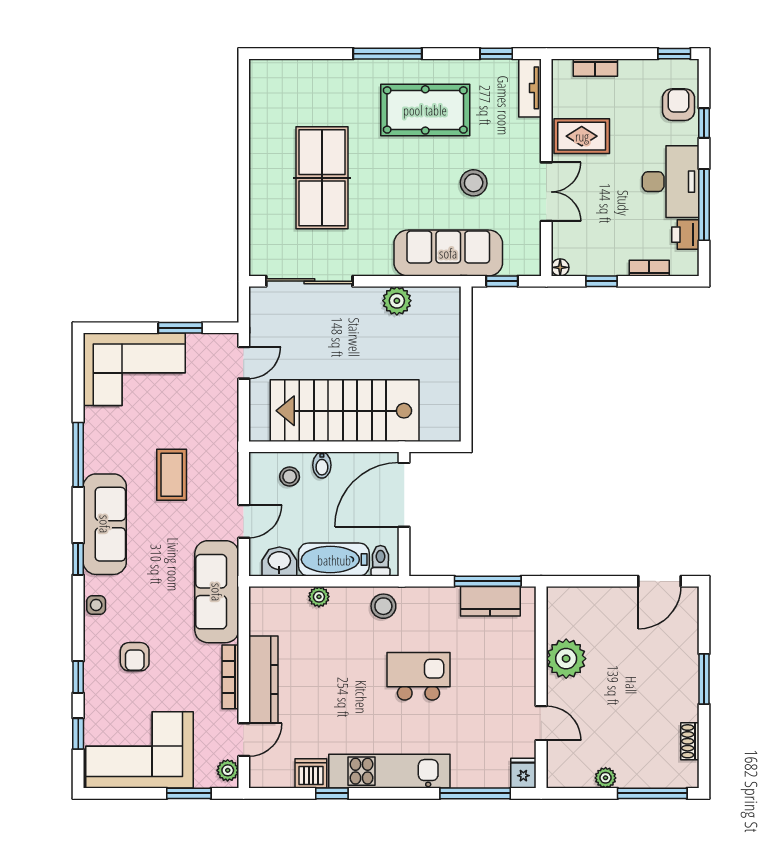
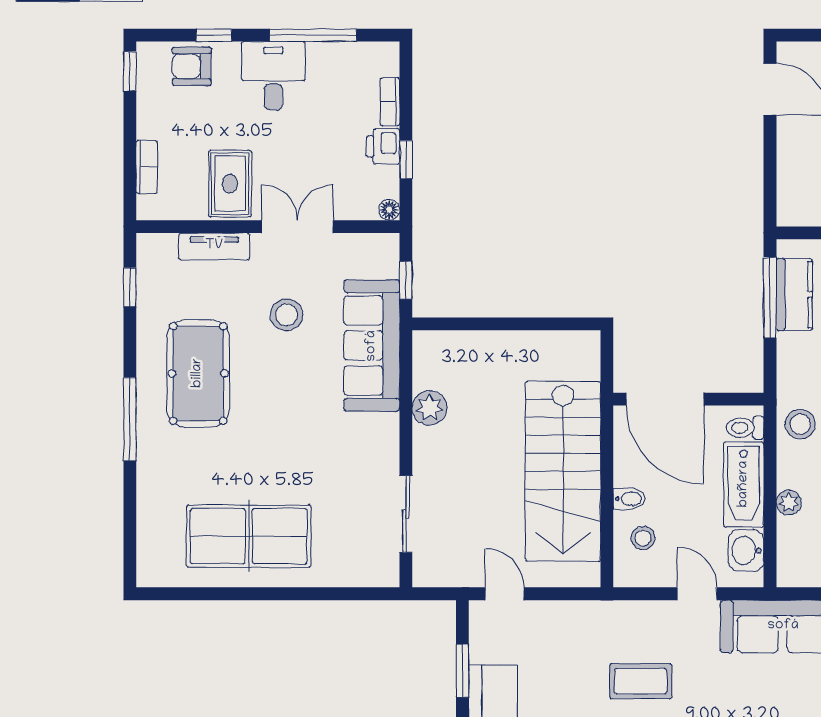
tv unit: (530, 88) -> (214, 246), moved
table tennis table: (322, 178) -> (249, 536), moved
desk: (671, 182) -> (273, 76), width x0.73
printer: (685, 235) -> (383, 146), moved, turned 90
sliding door: (309, 281) -> (406, 514), width x0.73

